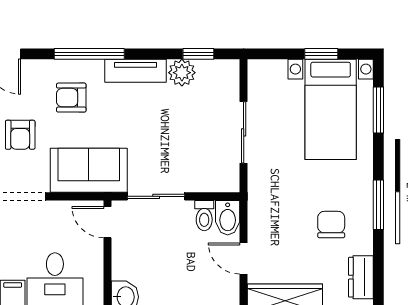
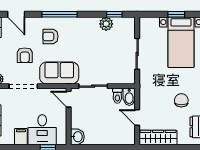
tv unit: (135, 71) -> (83, 23), removed

